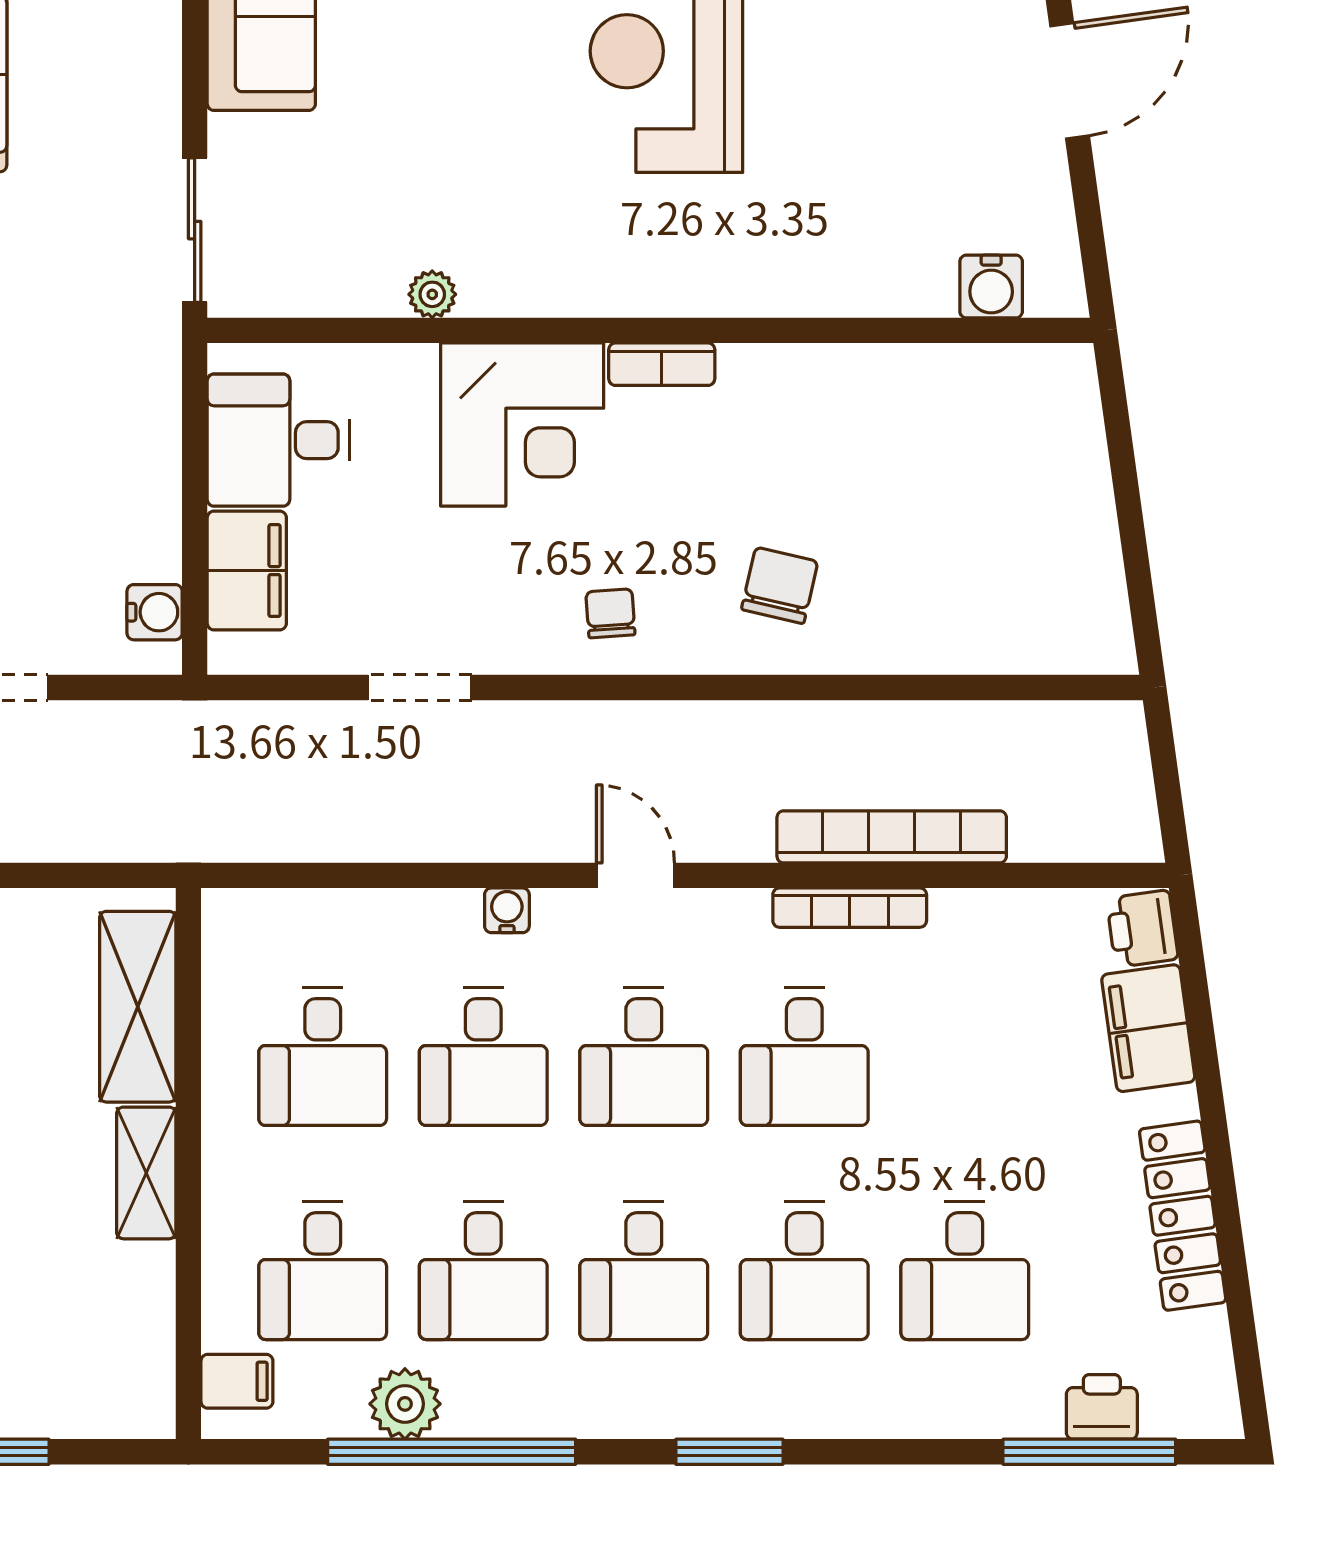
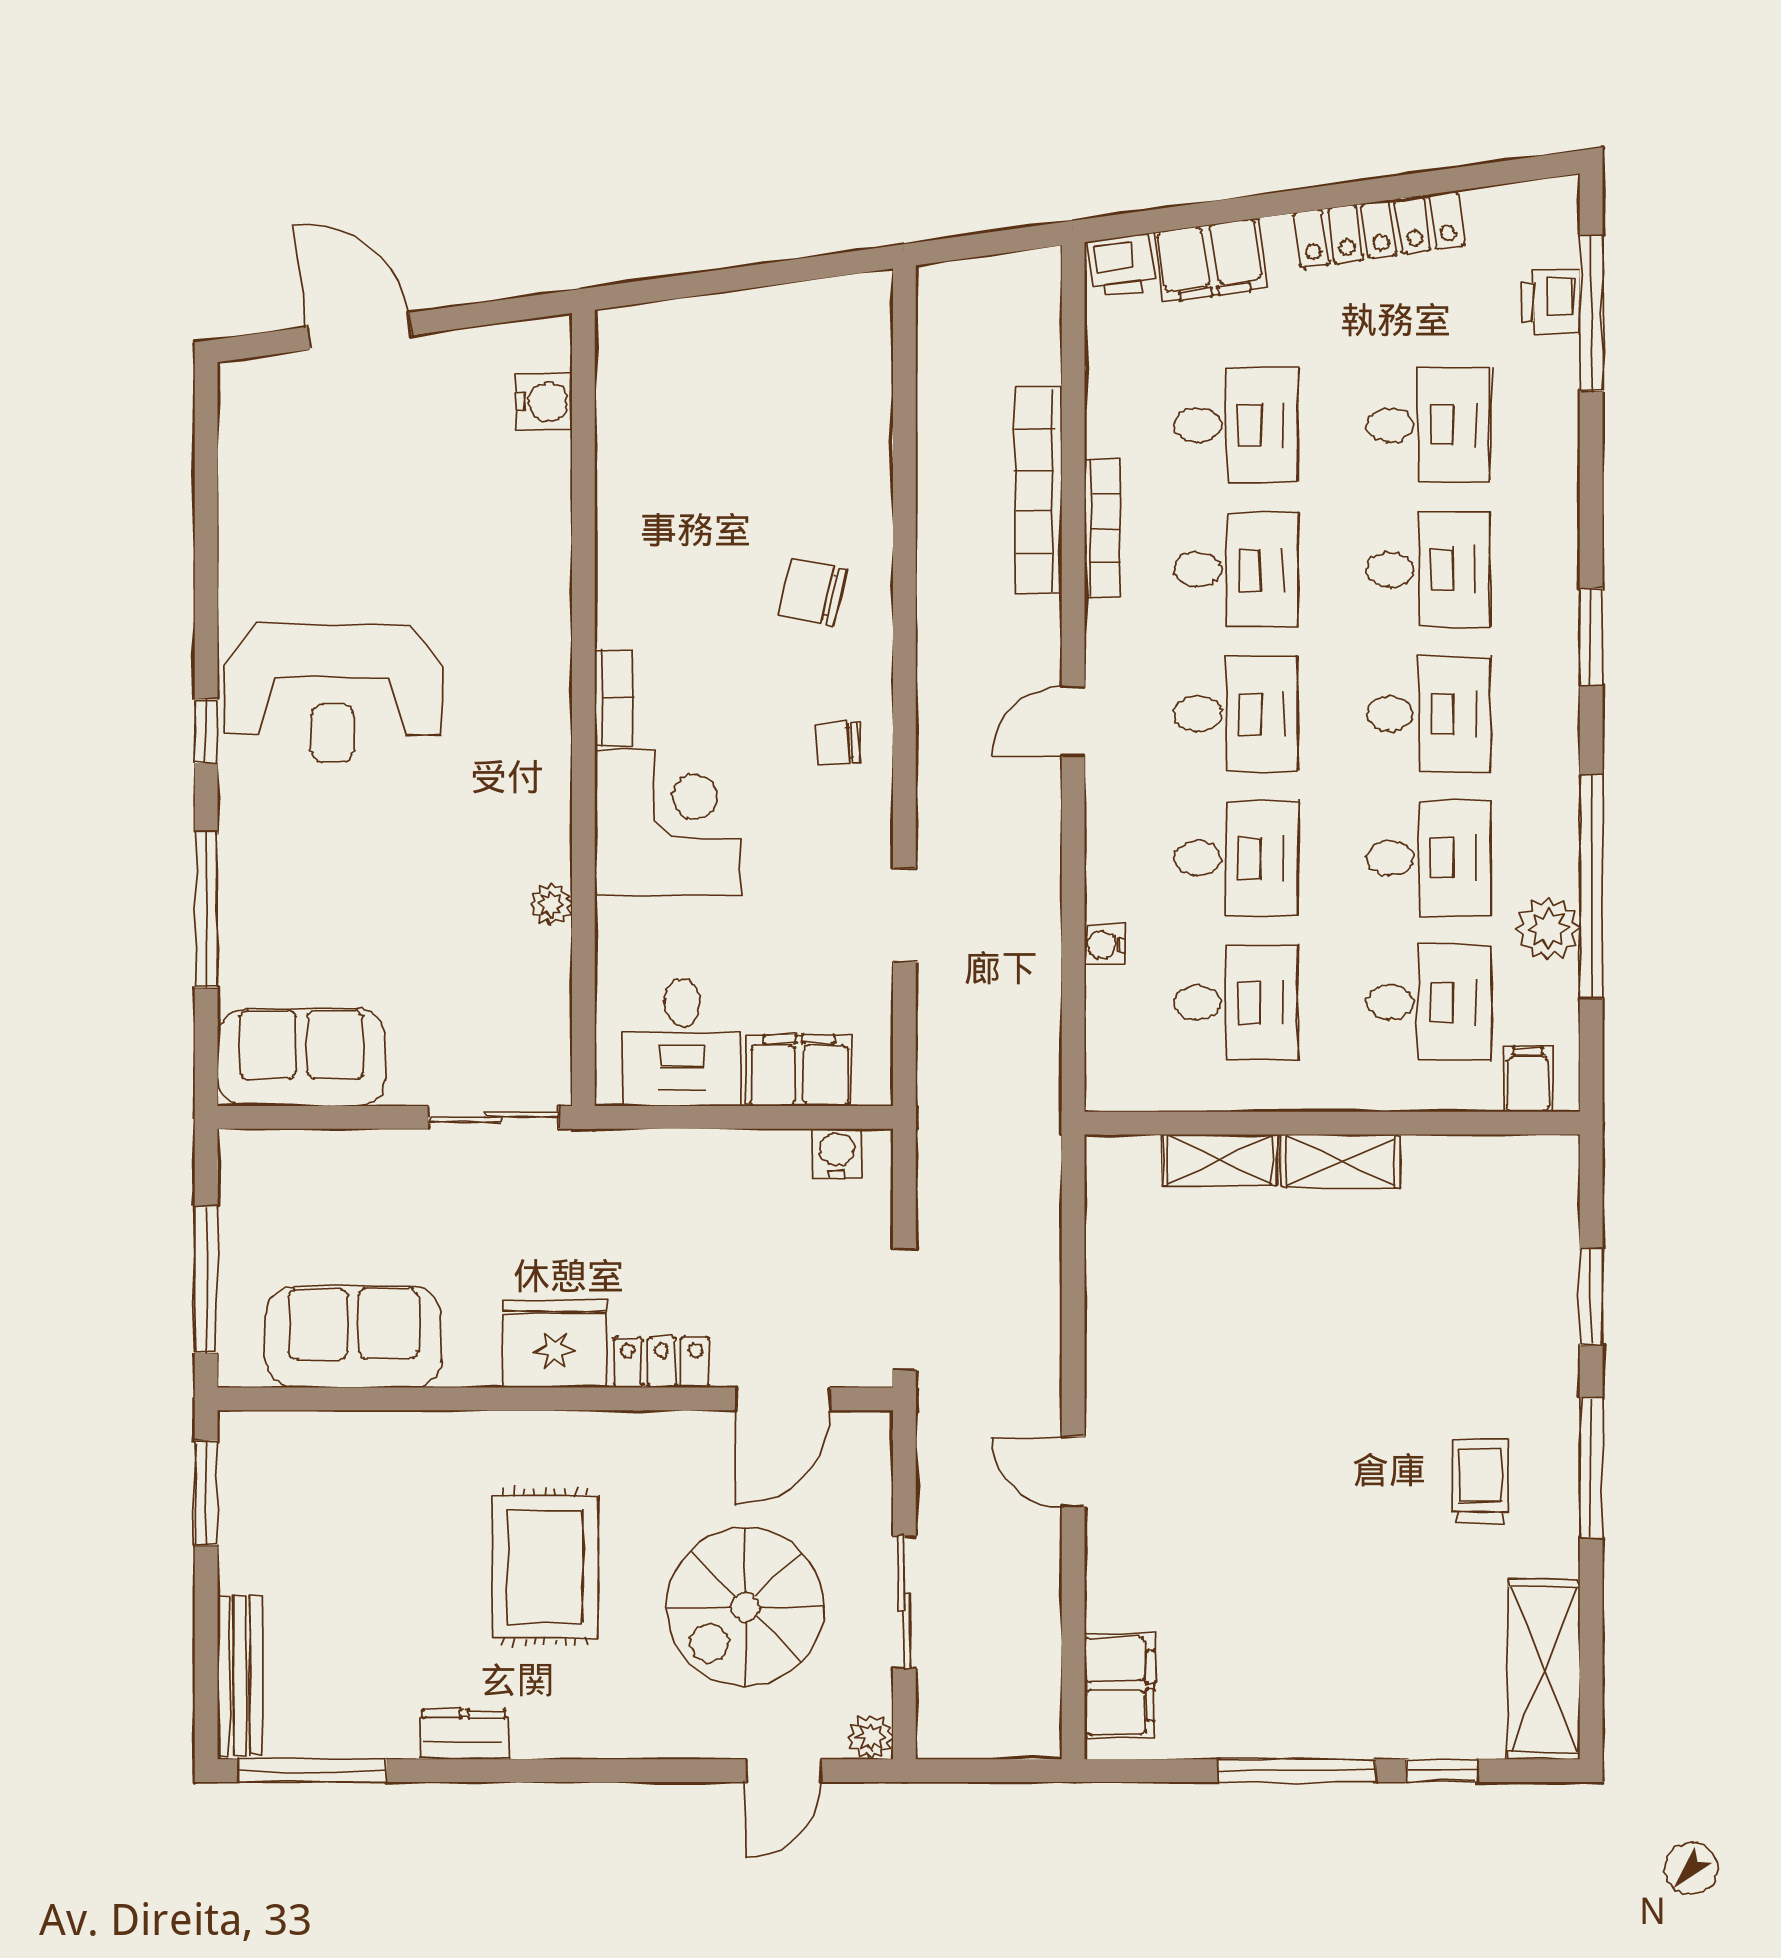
water cooler: (507, 910) -> (1105, 945), moved
shelving: (138, 1007) -> (1220, 1160), width x0.67, depth x0.75
desk: (965, 1057) -> (1236, 425), added

